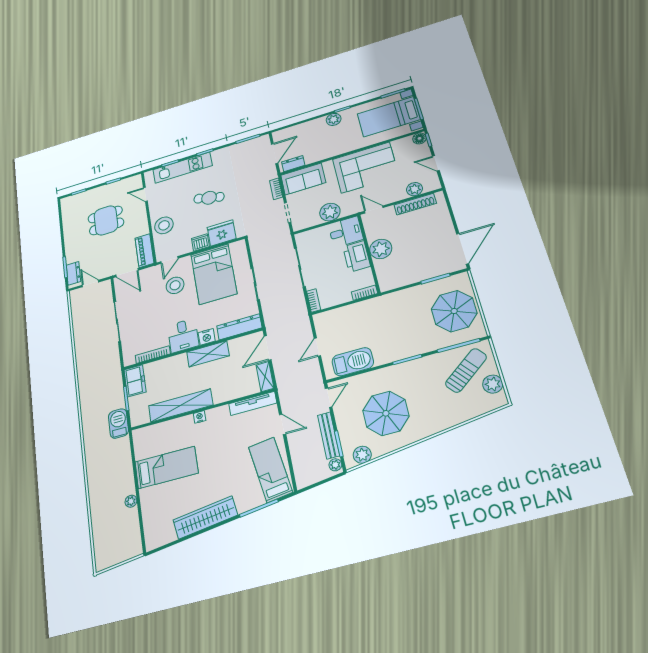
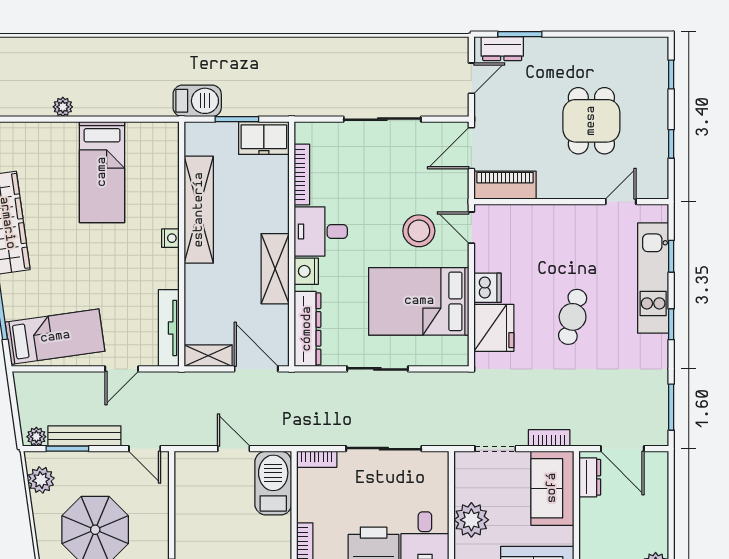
stool: (164, 225) -> (544, 227), removed
barbecue: (353, 362) -> (273, 483), moved, turned 180

